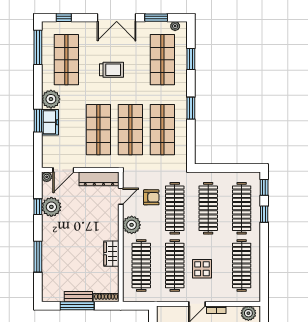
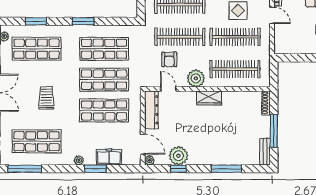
plant: (51, 99) -> (79, 160), width x0.53, depth x0.53
freezer: (50, 122) -> (109, 157), moved
armchair: (151, 197) -> (169, 59), turned 180
wardrobe: (111, 254) -> (209, 98), moved
bench: (78, 297) -> (265, 152), moved

